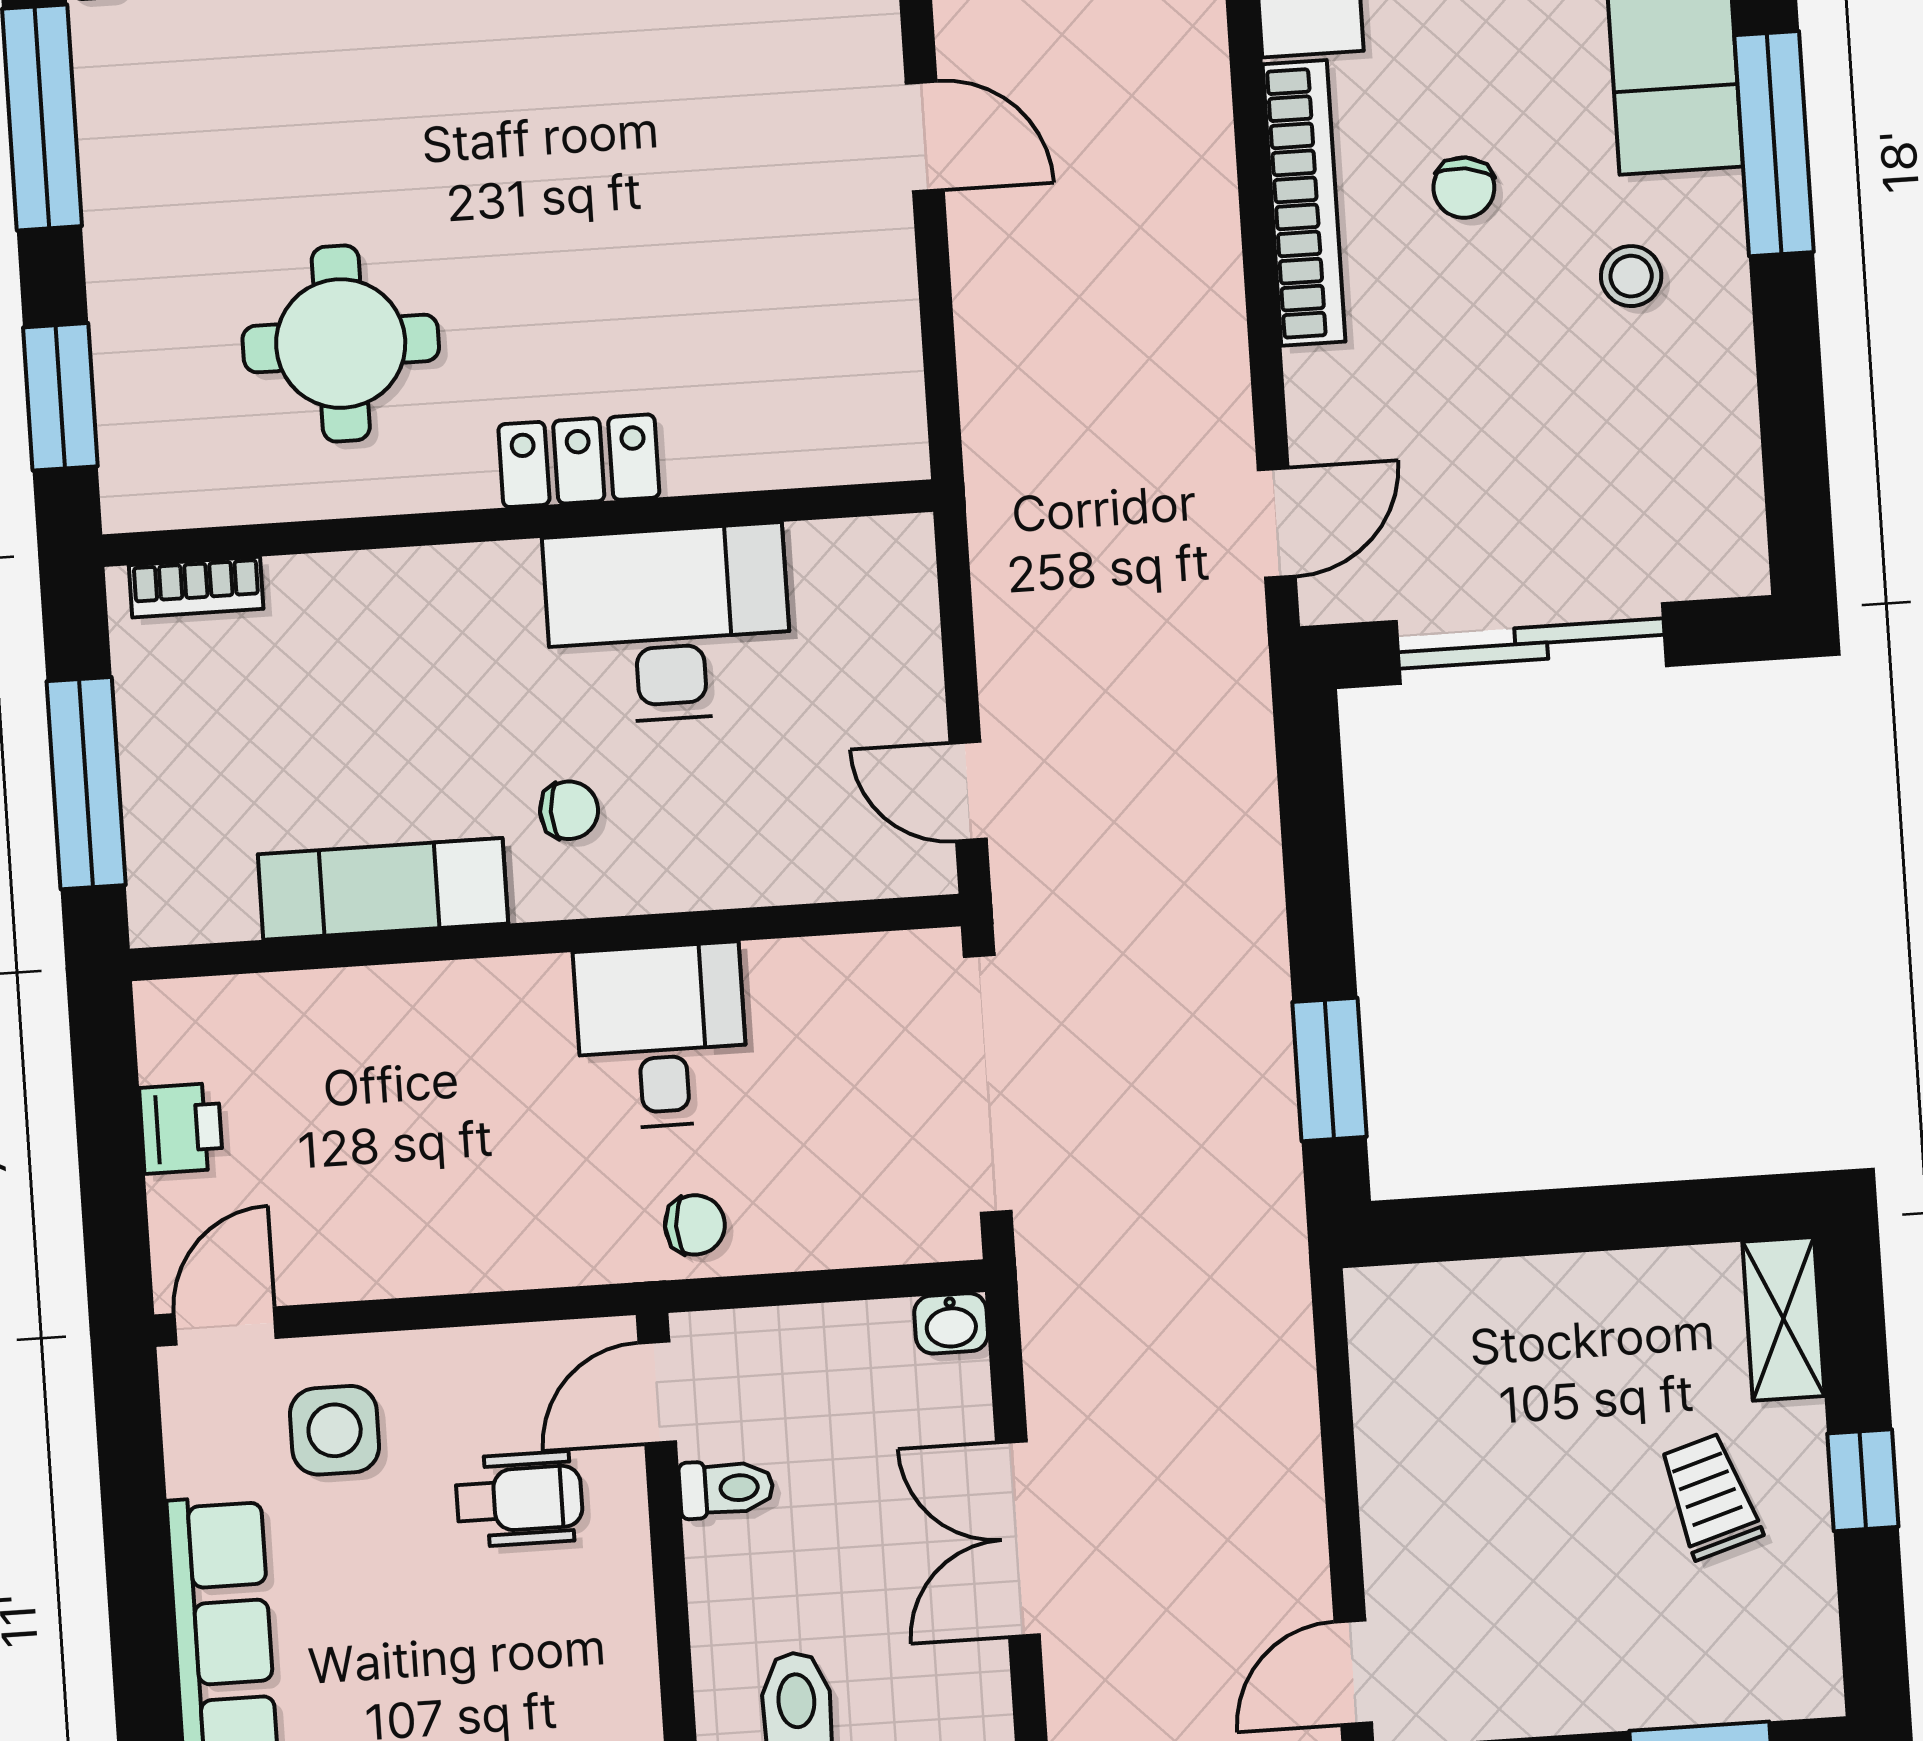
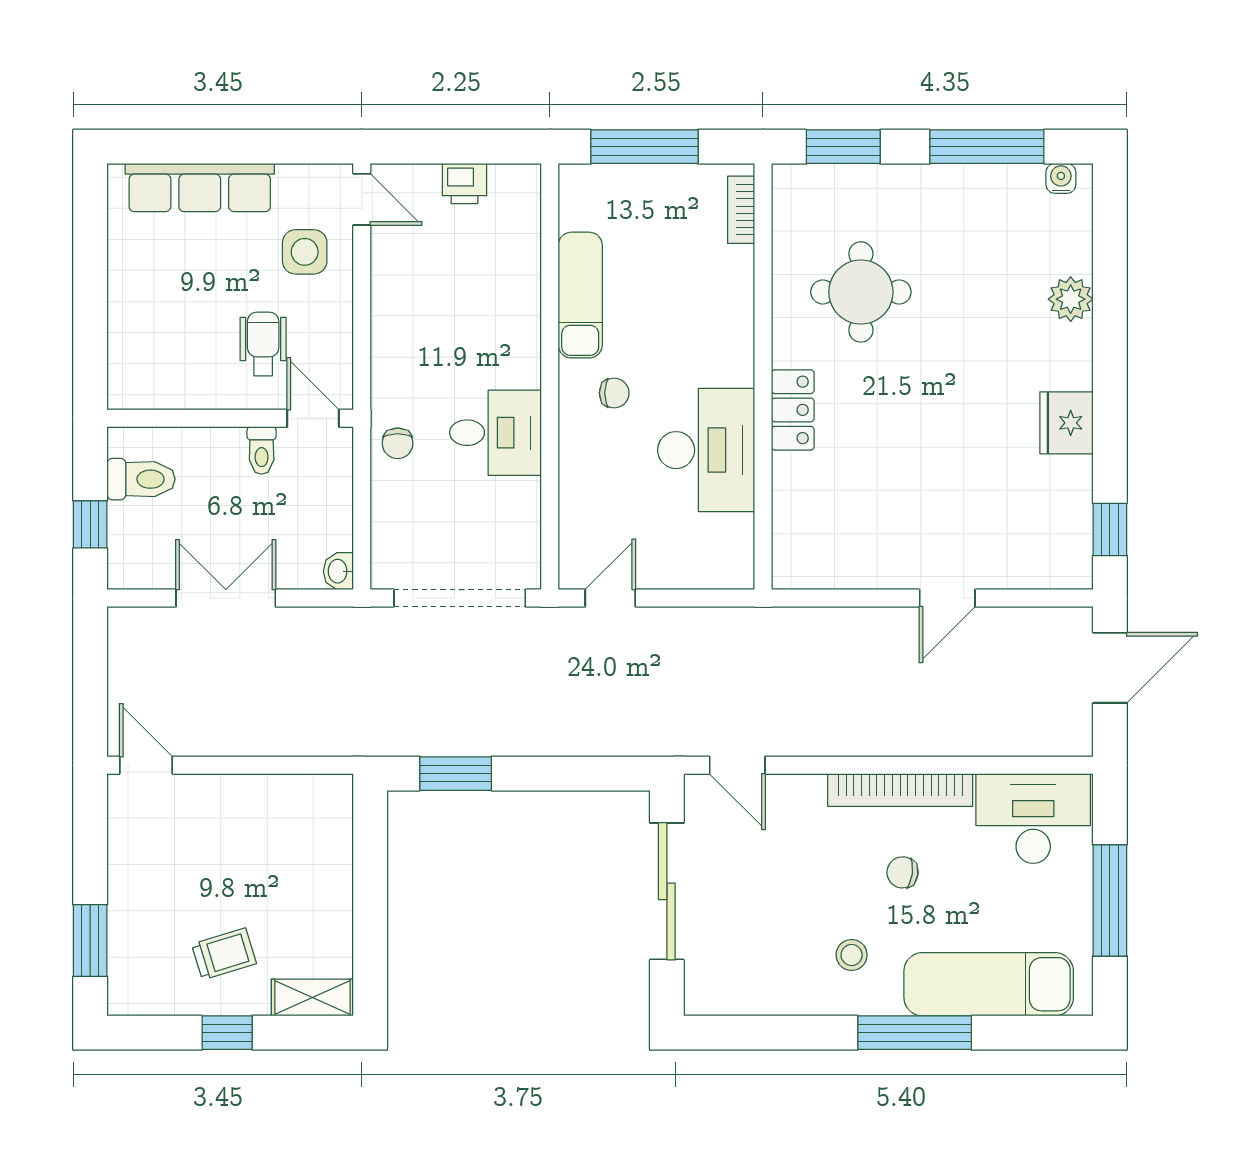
chair: (569, 810) -> (614, 393), turned -90
wheelchair: (519, 1499) -> (263, 344), turned 180

